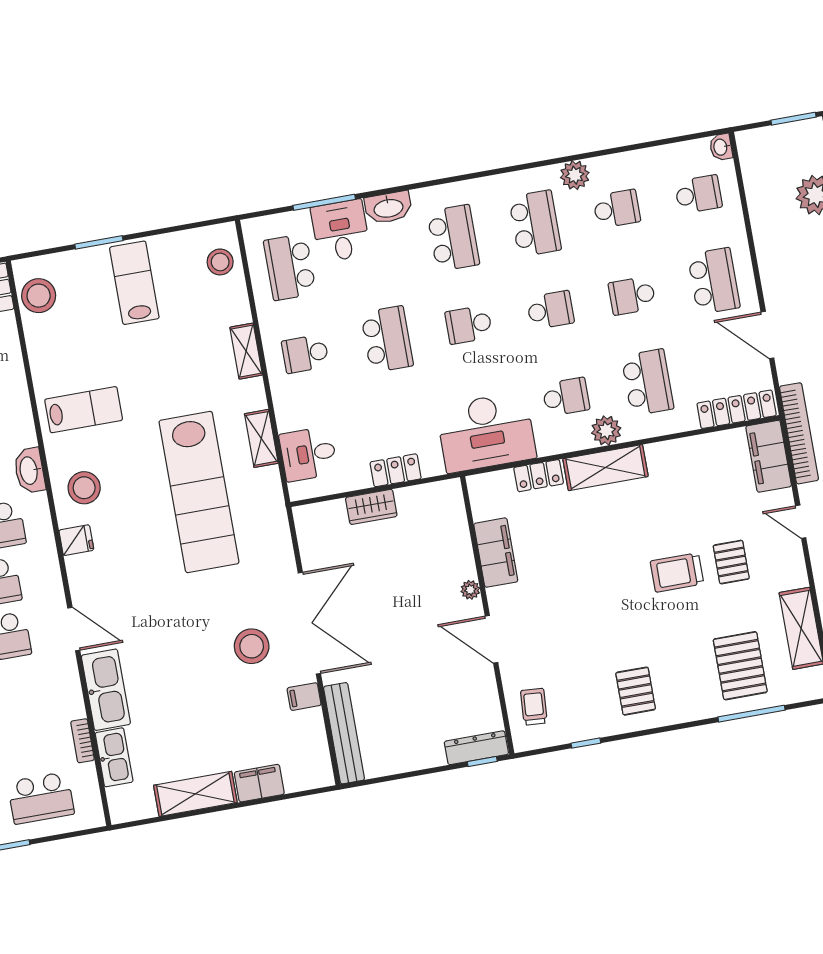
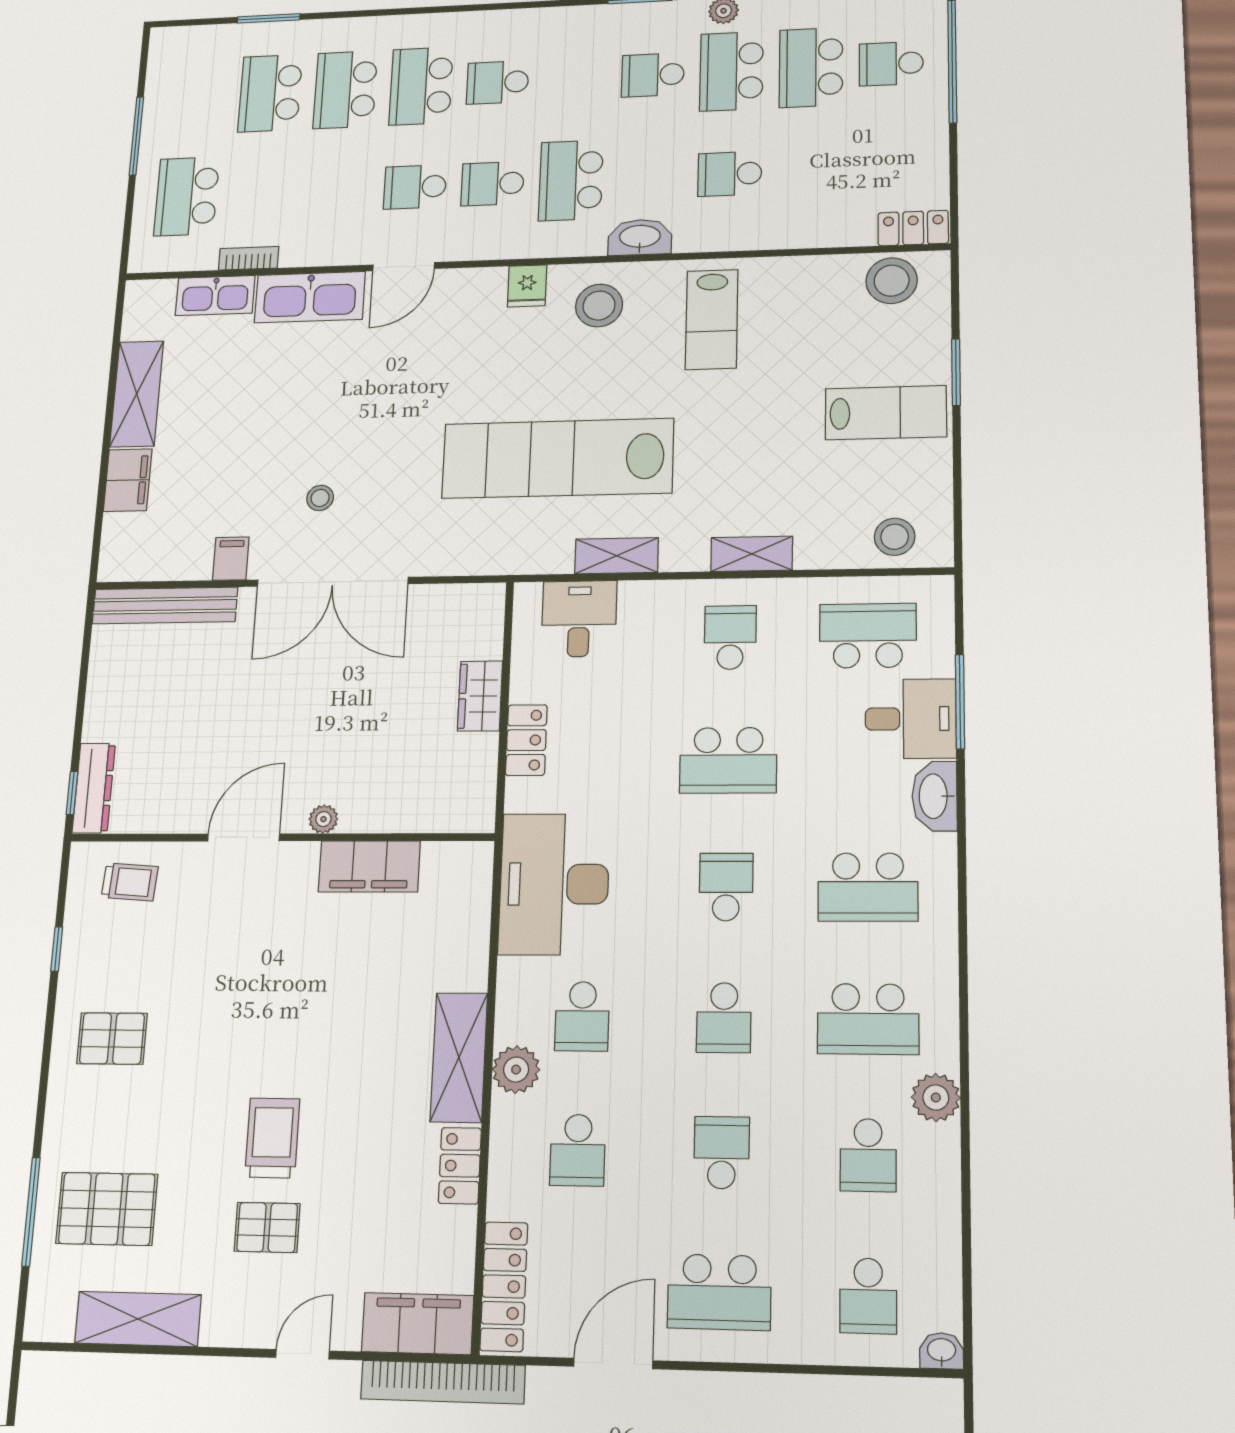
school desk: (648, 382) -> (578, 1150), width x0.54
locker: (539, 476) -> (460, 1166), moved
stool: (252, 646) -> (320, 498), width x0.53, depth x0.53

